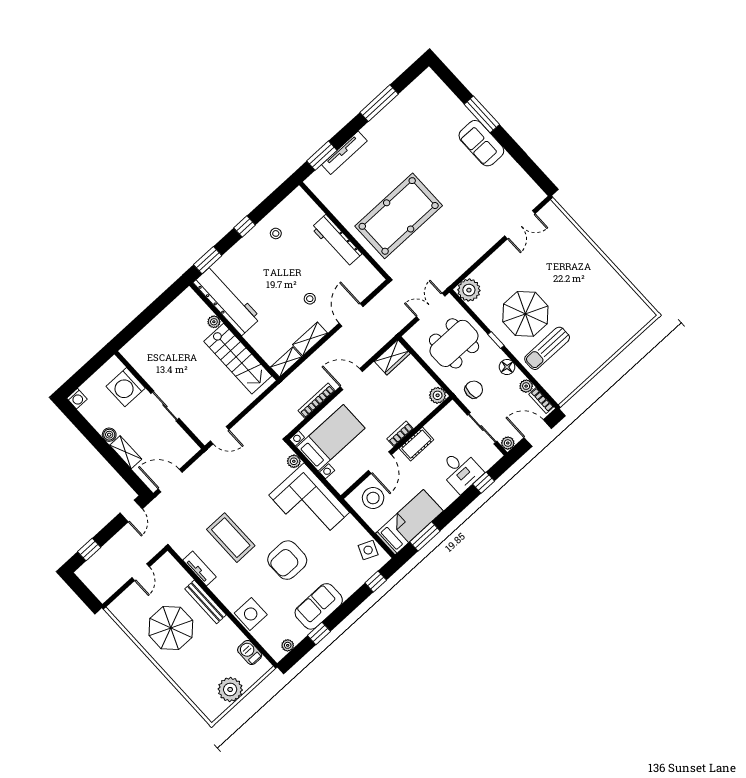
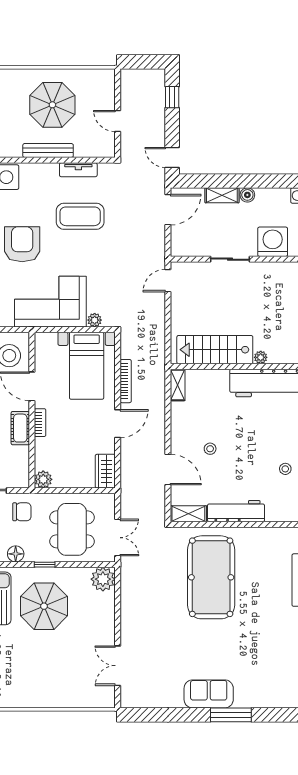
shelving: (310, 339) -> (188, 514), moved, turned 90
chair: (474, 390) -> (22, 512), turned -90

